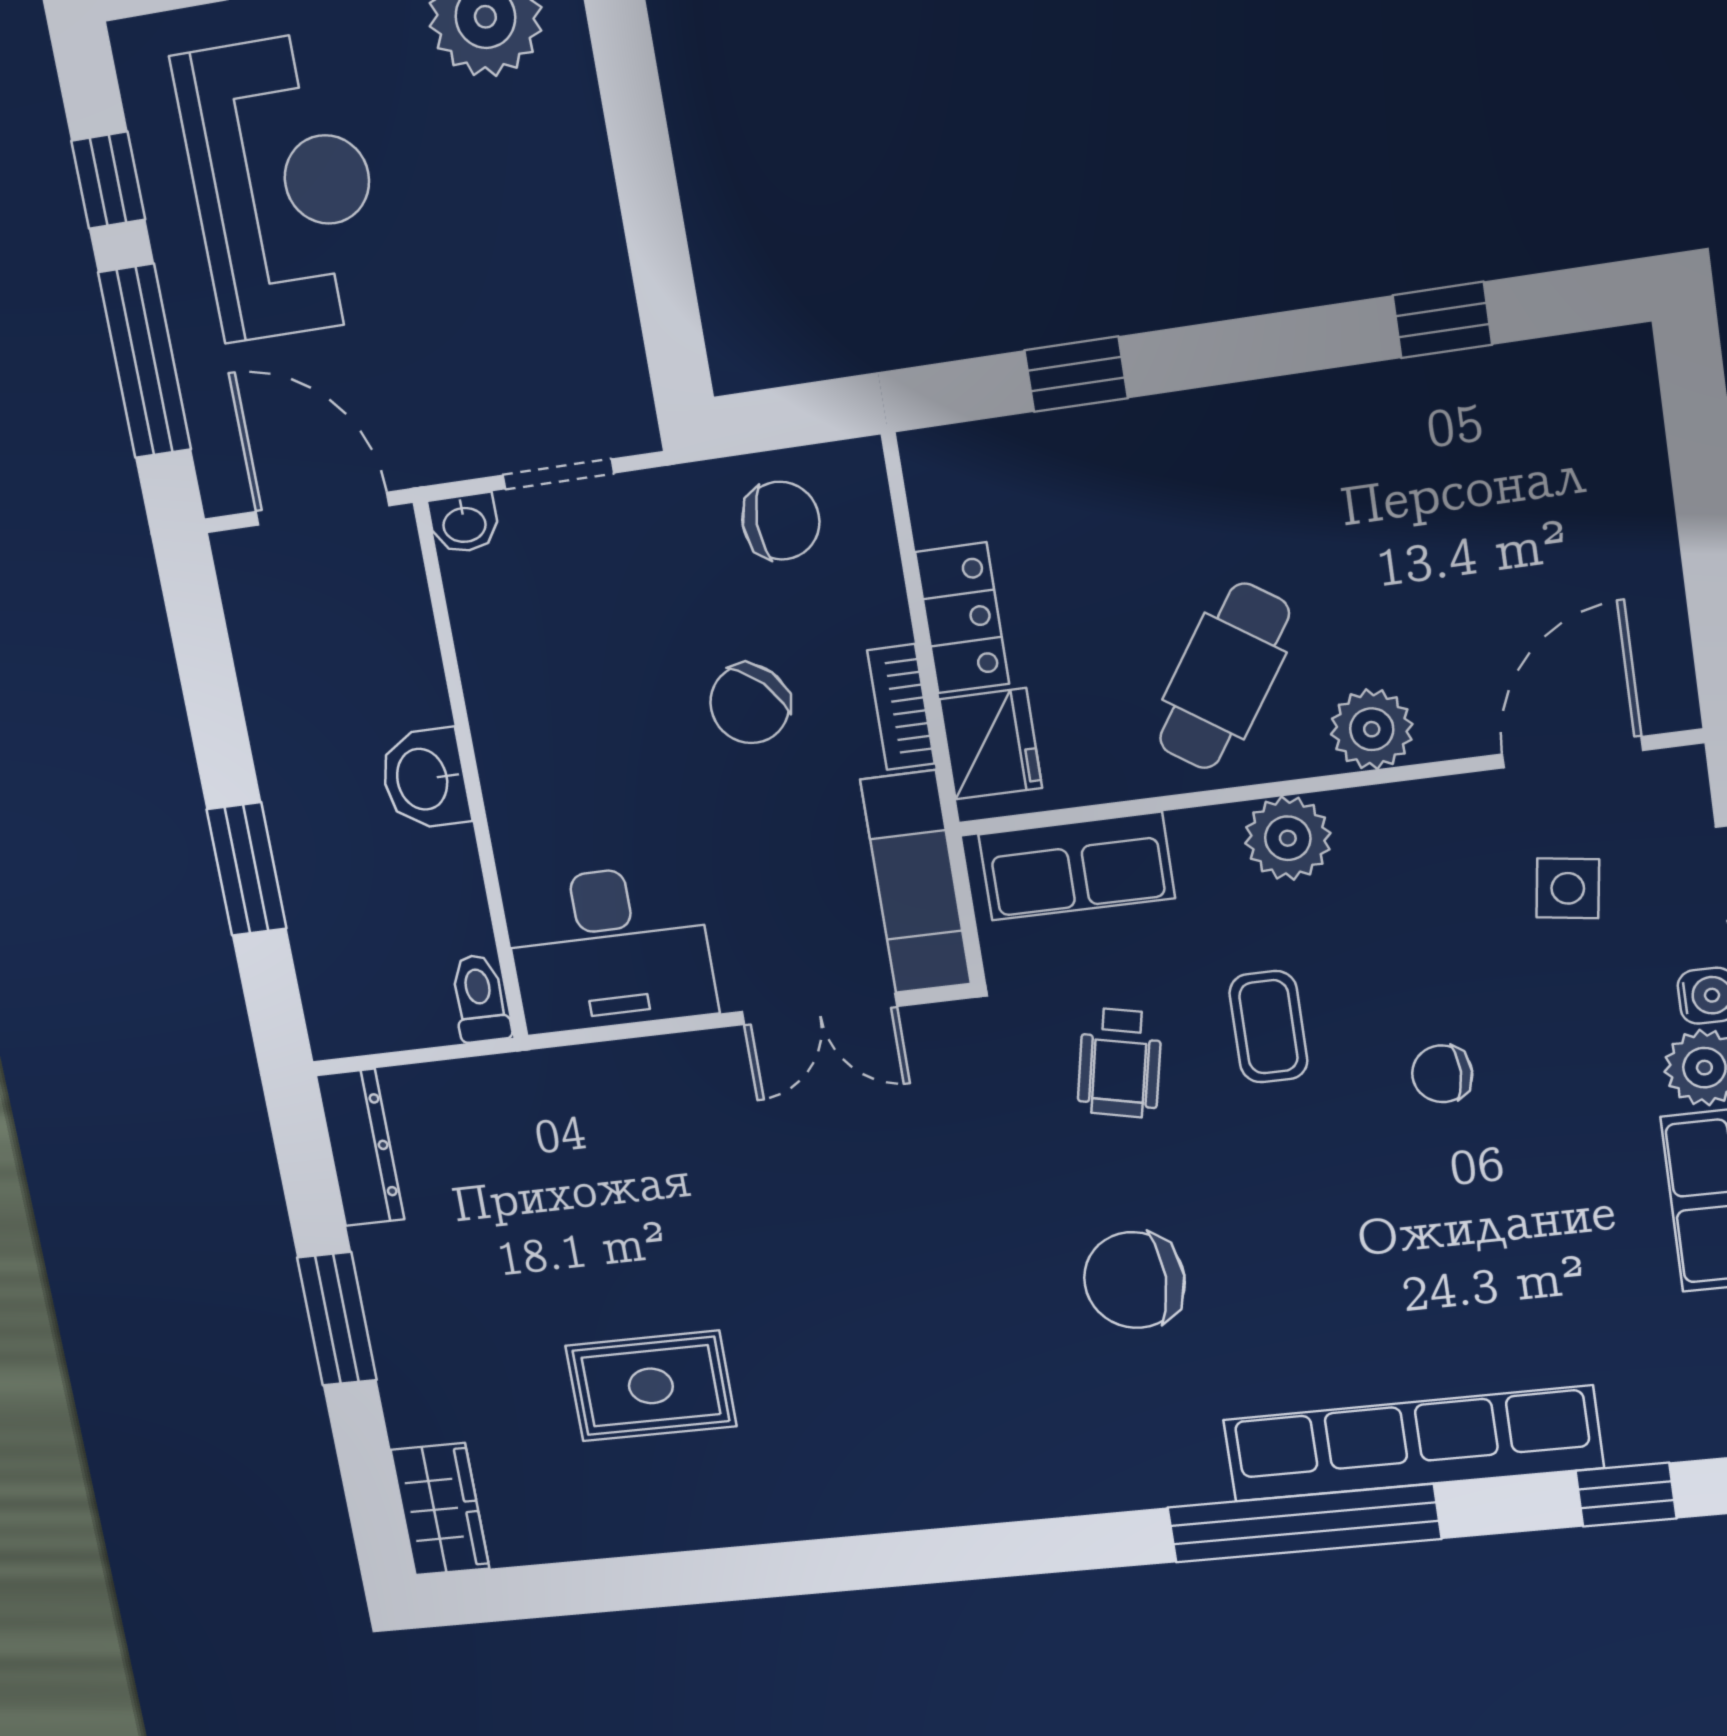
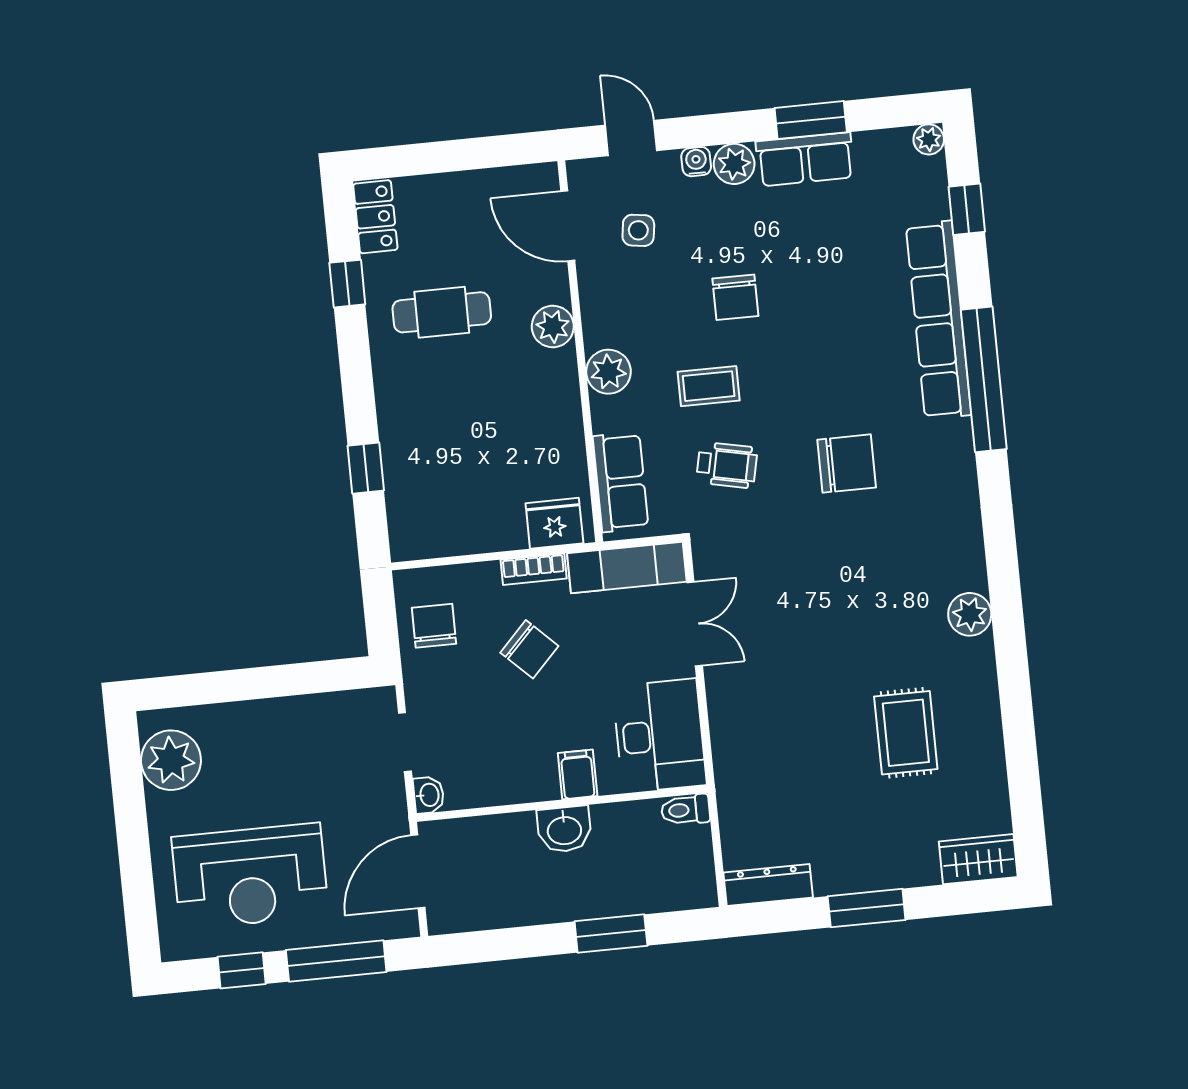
reception desk: (282, 187) -> (250, 876), turned 180
locker: (962, 618) -> (375, 217), moved, turned 90
cafe table: (1224, 676) -> (442, 312), moved, turned -34
filing cabinet: (526, 801) -> (578, 774), added
chair: (1442, 1074) -> (735, 297), width x1.37, depth x1.37
chair: (1134, 1280) -> (847, 464), turned -90
plant: (871, 1497) -> (970, 614), added

